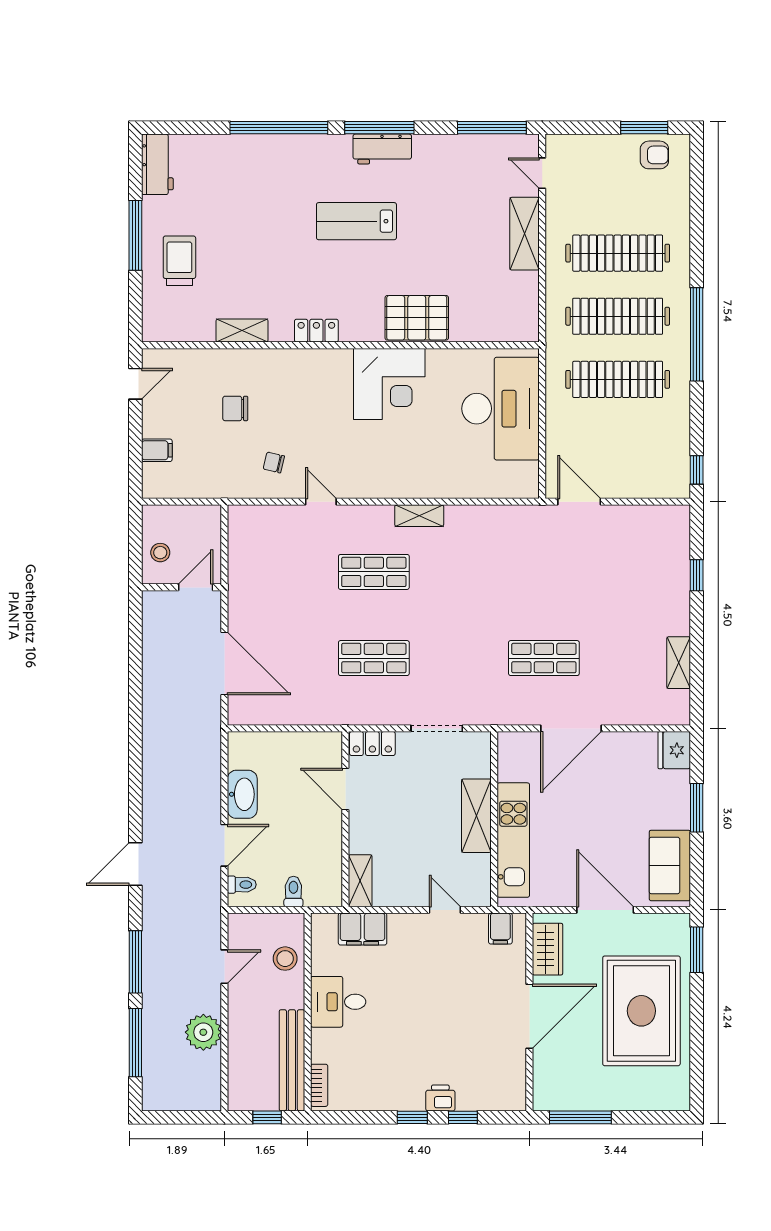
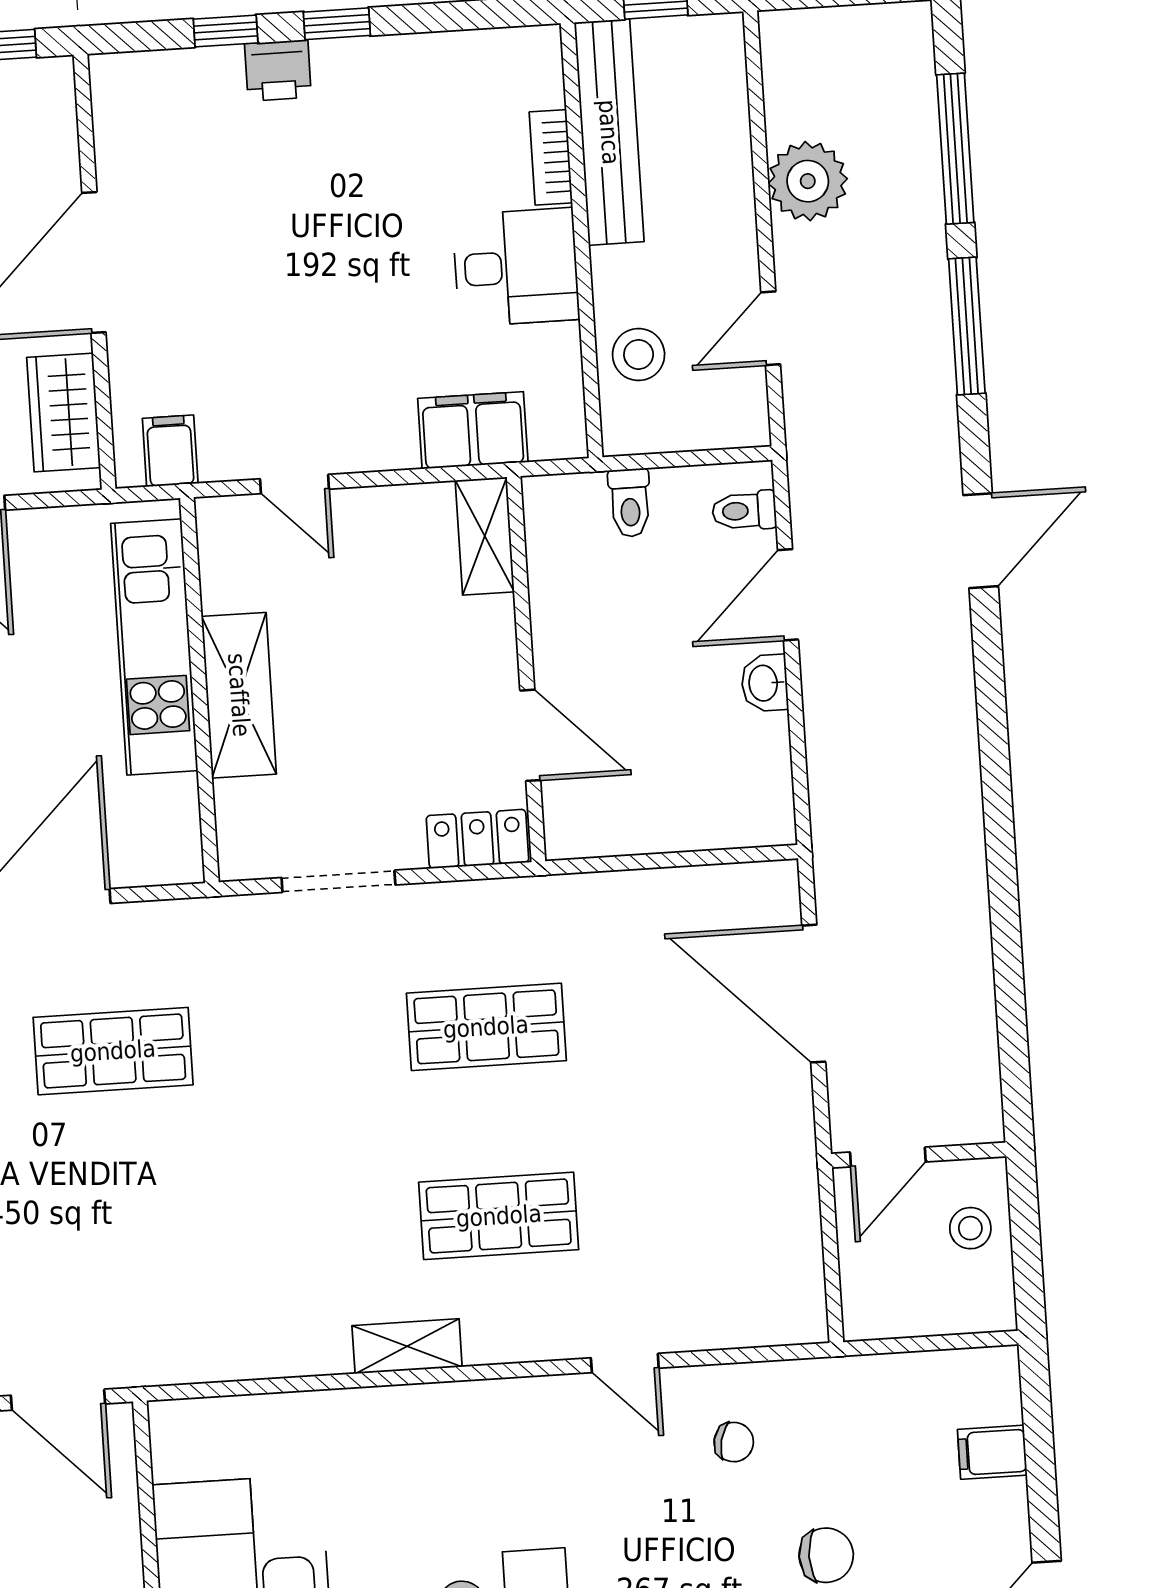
washbasin: (242, 794) -> (764, 683), width x0.52, depth x0.69
bookcase: (319, 1085) -> (551, 157), moved

